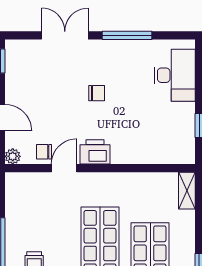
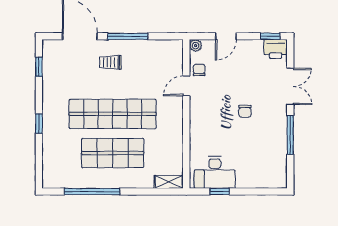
desk: (175, 75) -> (215, 172), moved
printer: (95, 152) -> (276, 49), moved, turned 90
door: (64, 168) -> (186, 86), swing flipped

